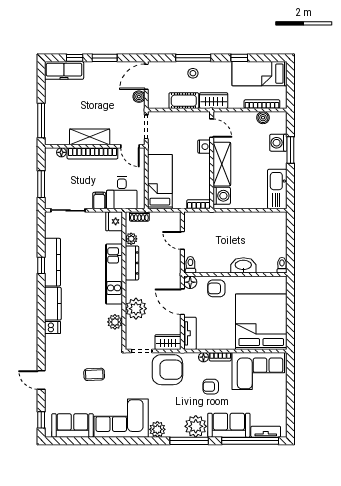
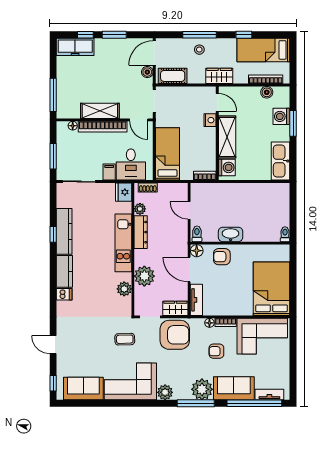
cot: (184, 101) -> (173, 76), moved
washbasin: (243, 265) -> (231, 234), moved
bed: (261, 322) -> (272, 289), width x0.73
coffee table: (94, 374) -> (125, 339), moved

